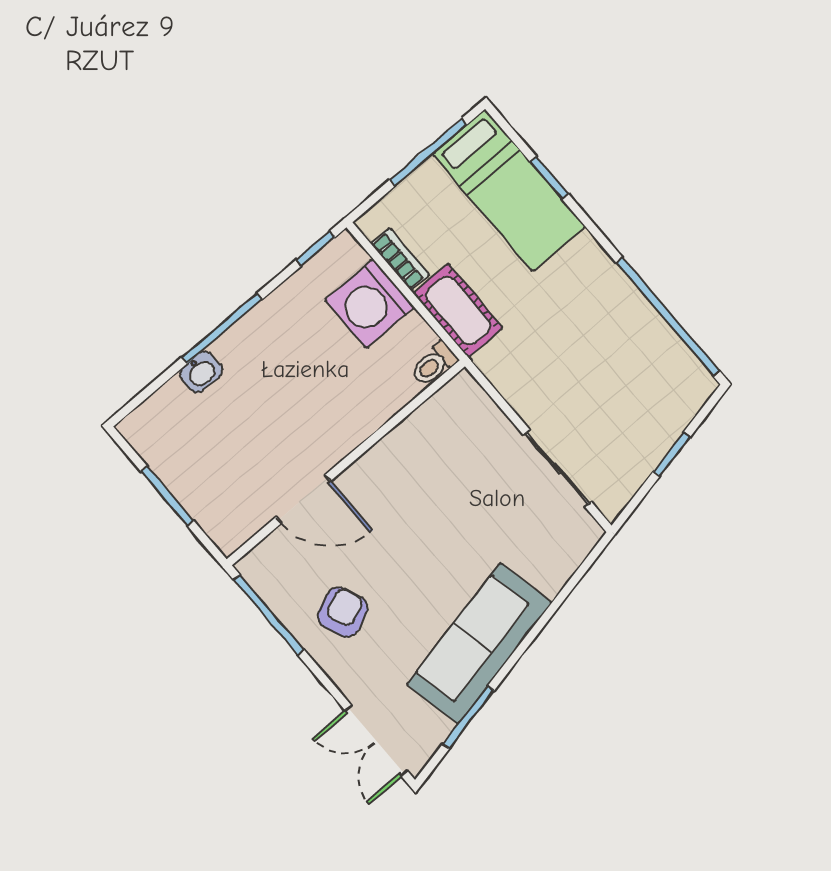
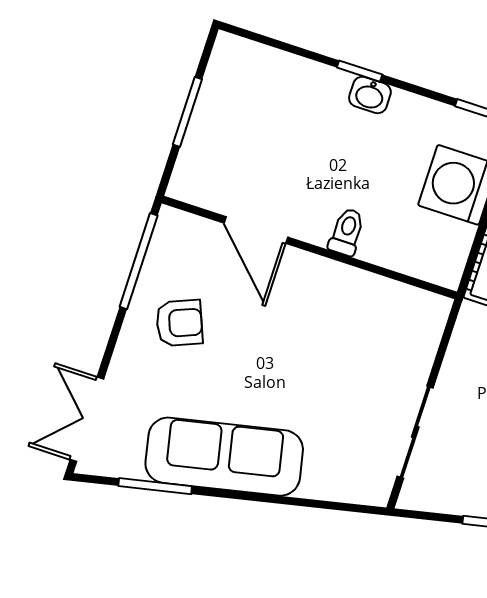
window: (222, 328) -> (360, 71), width x0.46
toilet: (434, 364) -> (347, 232), moved, turned 90
washbasin: (201, 372) -> (370, 95), moved

